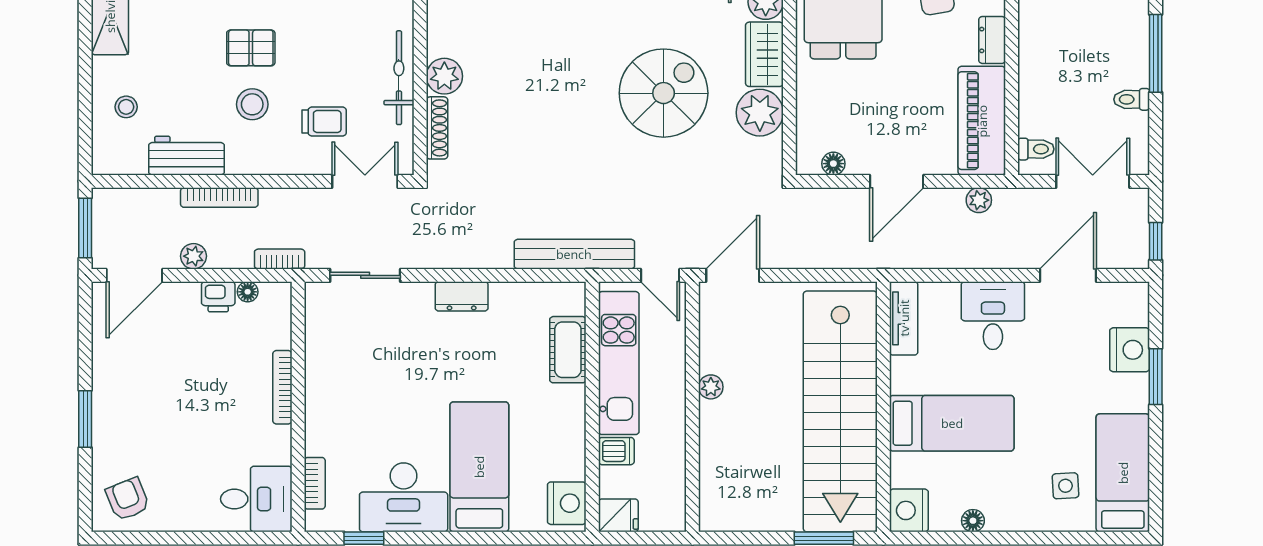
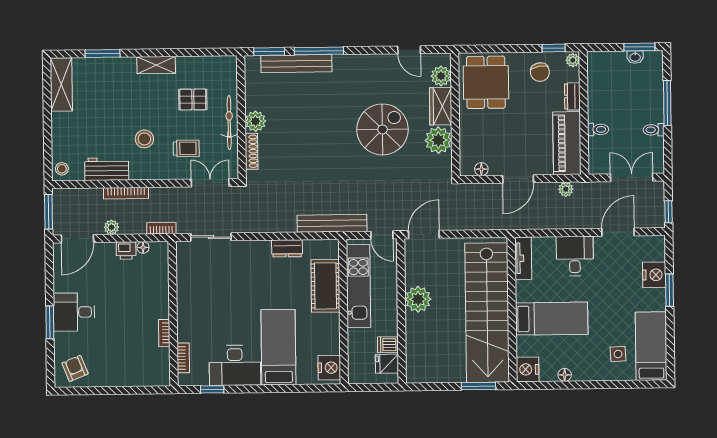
pallet: (251, 48) -> (193, 100), moved
stool: (126, 107) -> (62, 169), moved
toilet: (1036, 149) -> (598, 129), moved
dresser: (462, 296) -> (287, 248), moved
cot: (568, 350) -> (325, 286), width x1.37, depth x1.34
bookcase: (282, 387) -> (164, 333), moved, width x0.64
plant: (711, 387) -> (418, 299), width x1.88, depth x1.88
dishwasher: (616, 451) -> (388, 345), moved, turned 180
desk: (256, 499) -> (74, 312), moved, turned 180
fridge: (618, 515) -> (387, 364), moved, turned 180

